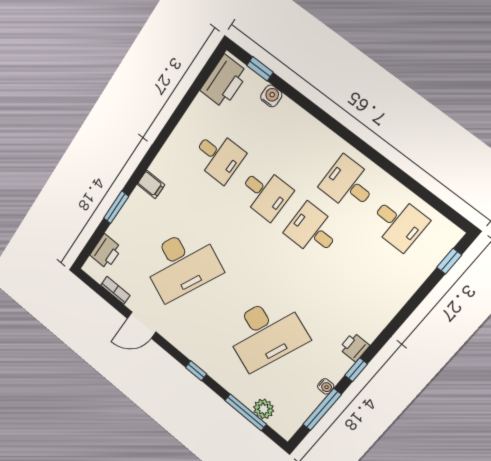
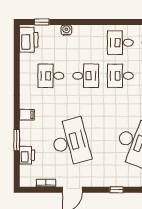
water cooler: (271, 96) -> (66, 30), moved
desk: (218, 156) -> (51, 76), turned 180
printer: (106, 252) -> (27, 155), moved
desk: (181, 264) -> (70, 142), turned -39

